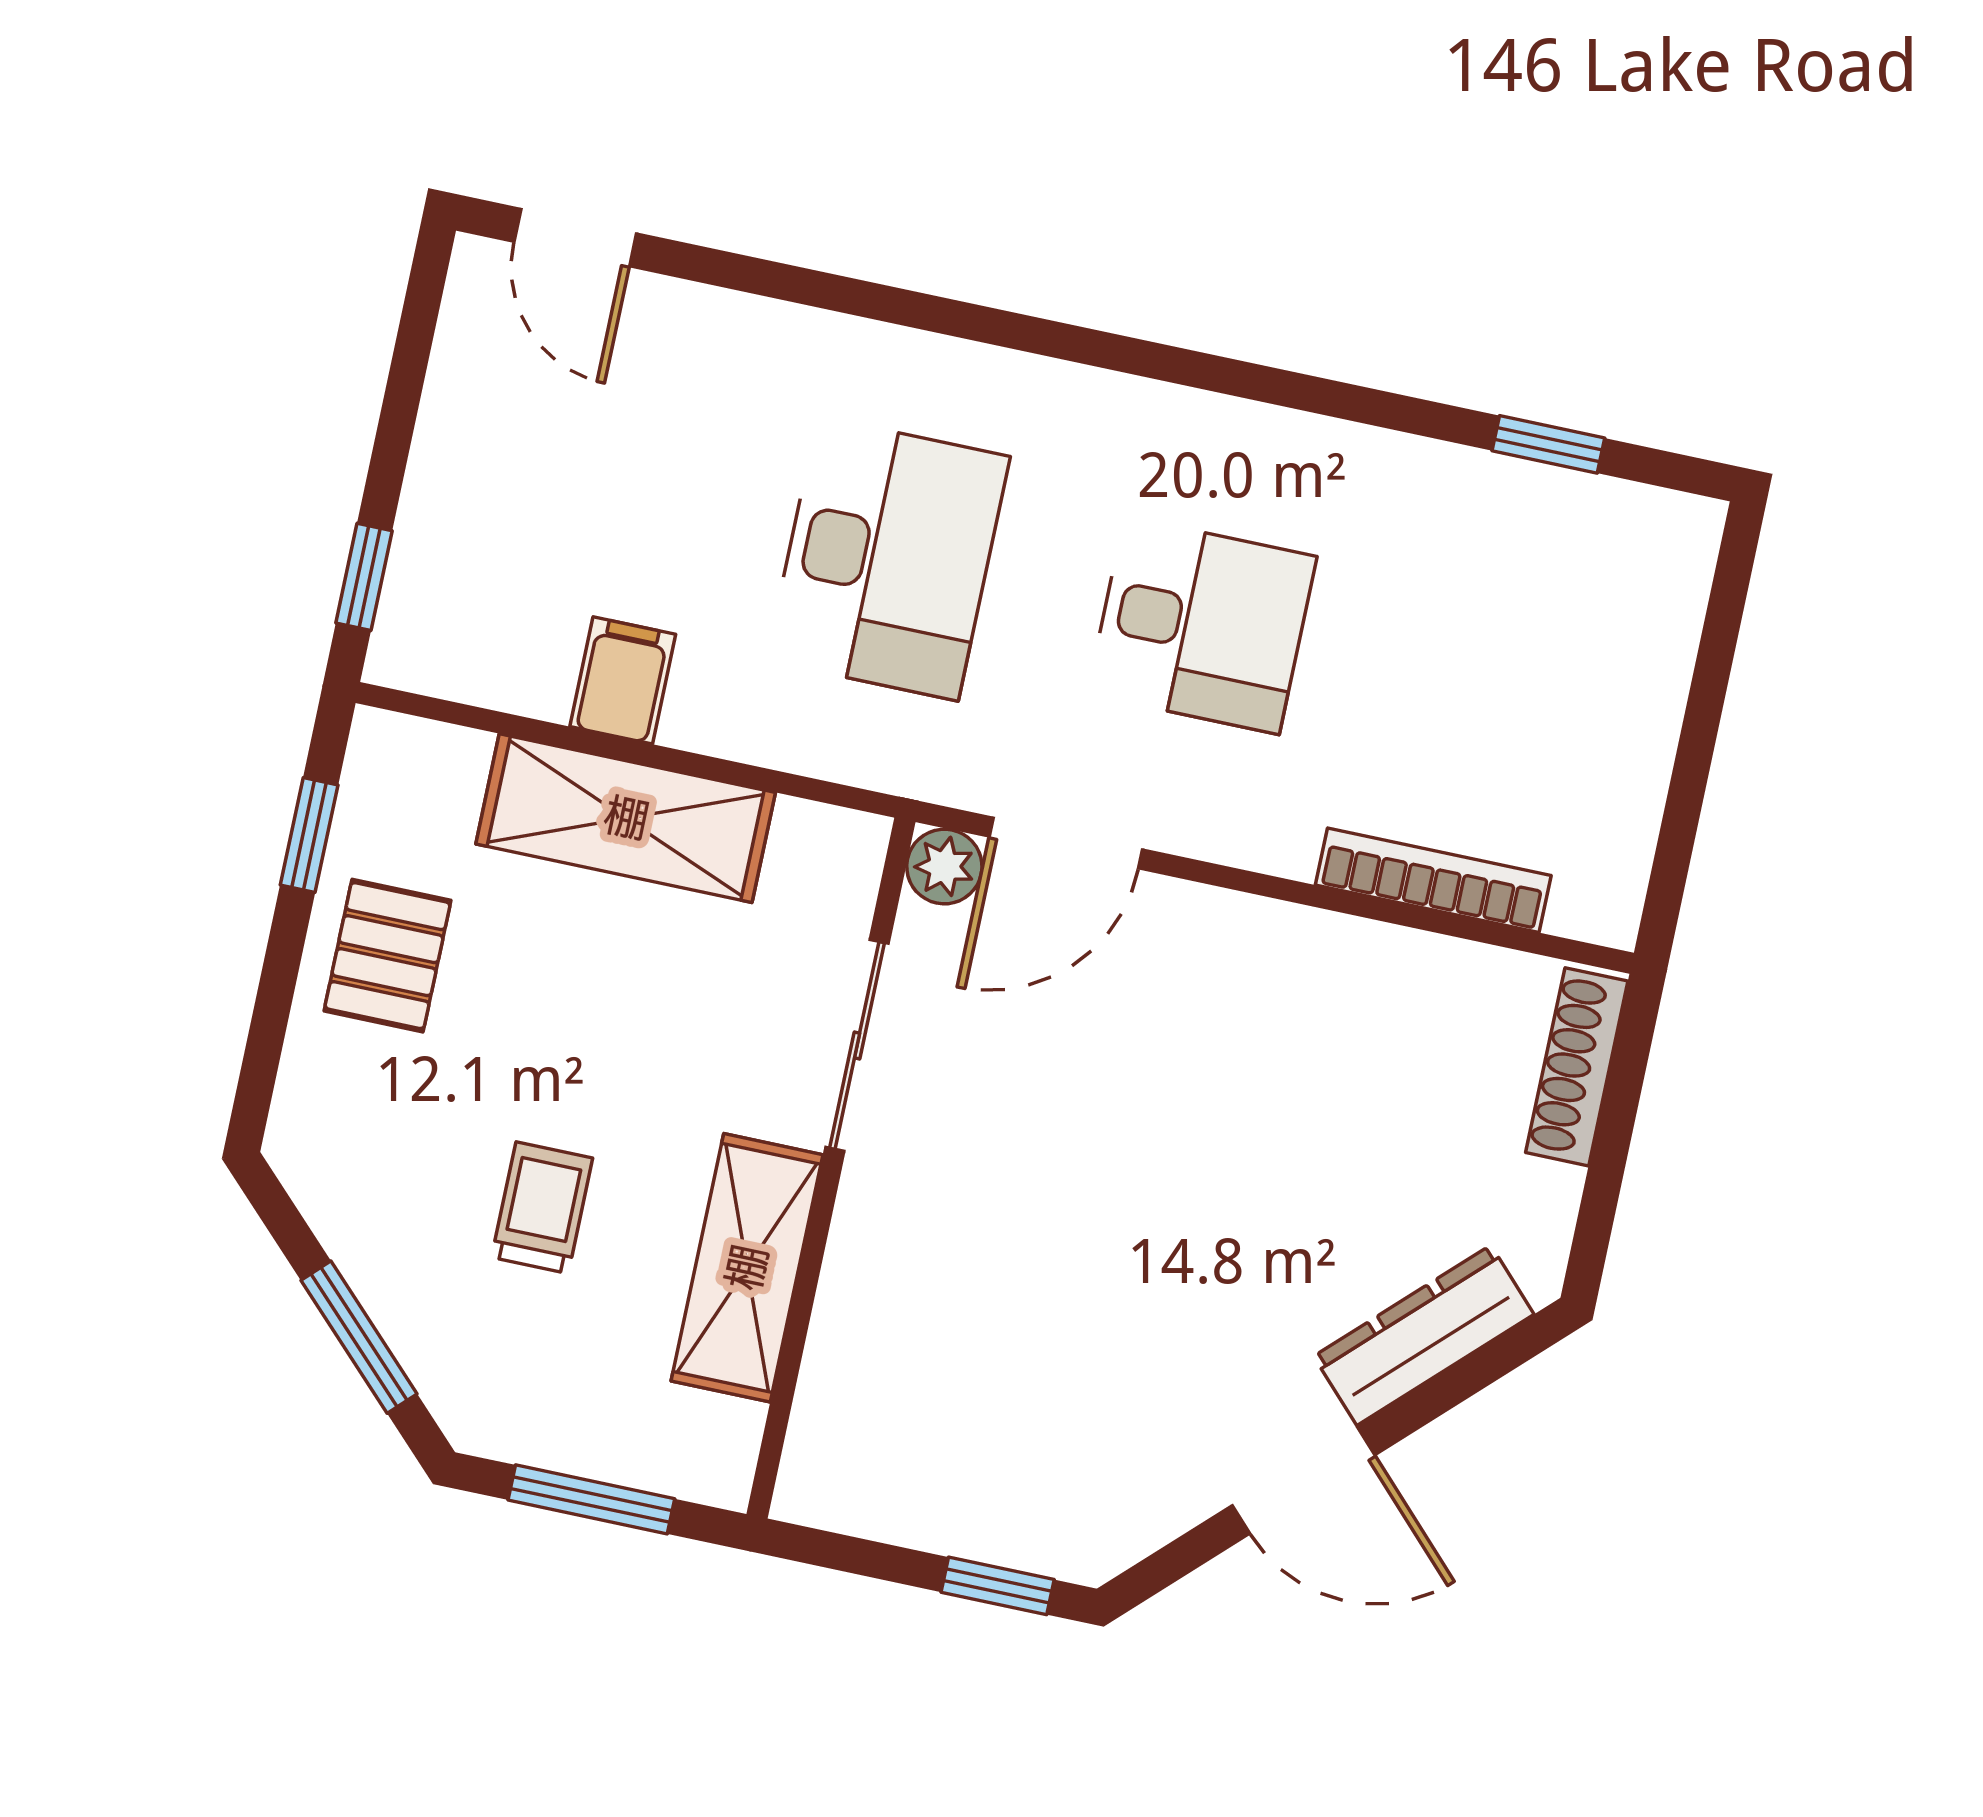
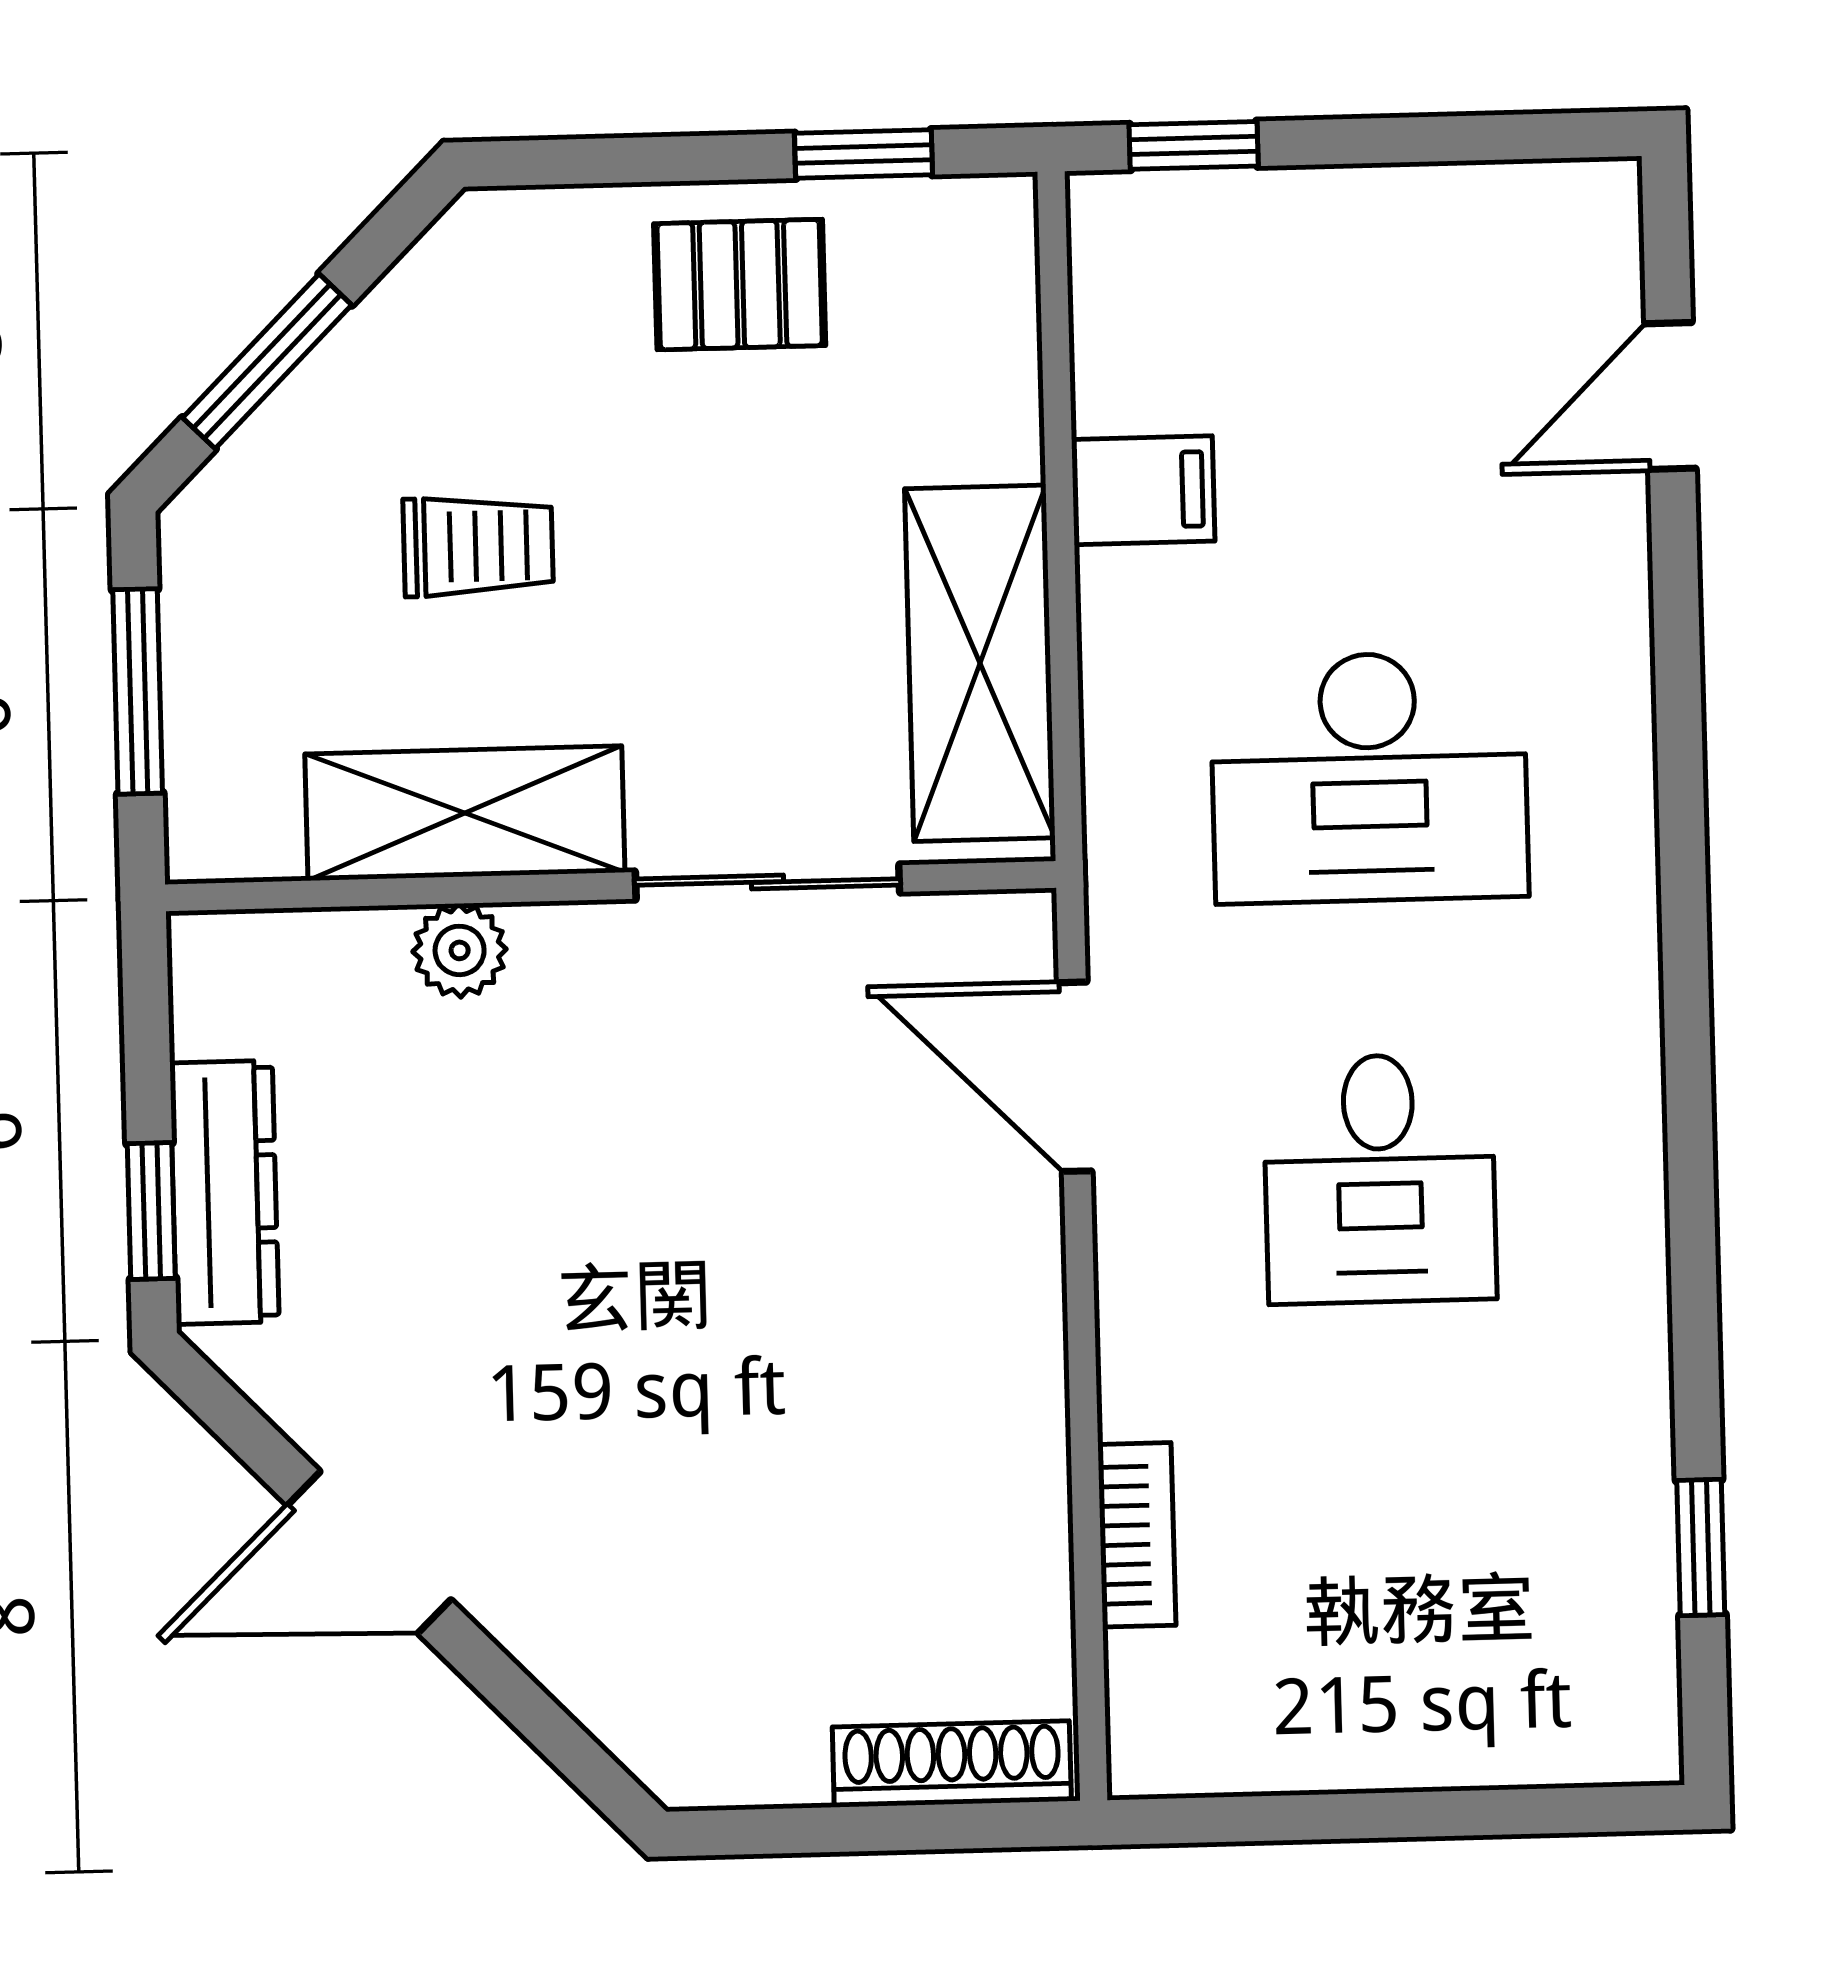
door: (575, 238) -> (1671, 396), moved
shelving: (626, 818) -> (980, 663), moved
plant: (944, 867) -> (460, 950), moved
bookcase: (1433, 880) -> (1137, 1535), width x0.64
dresser: (1424, 1335) -> (224, 1192), moved, turned 44
door: (1304, 1480) -> (369, 1552), hinge flipped

